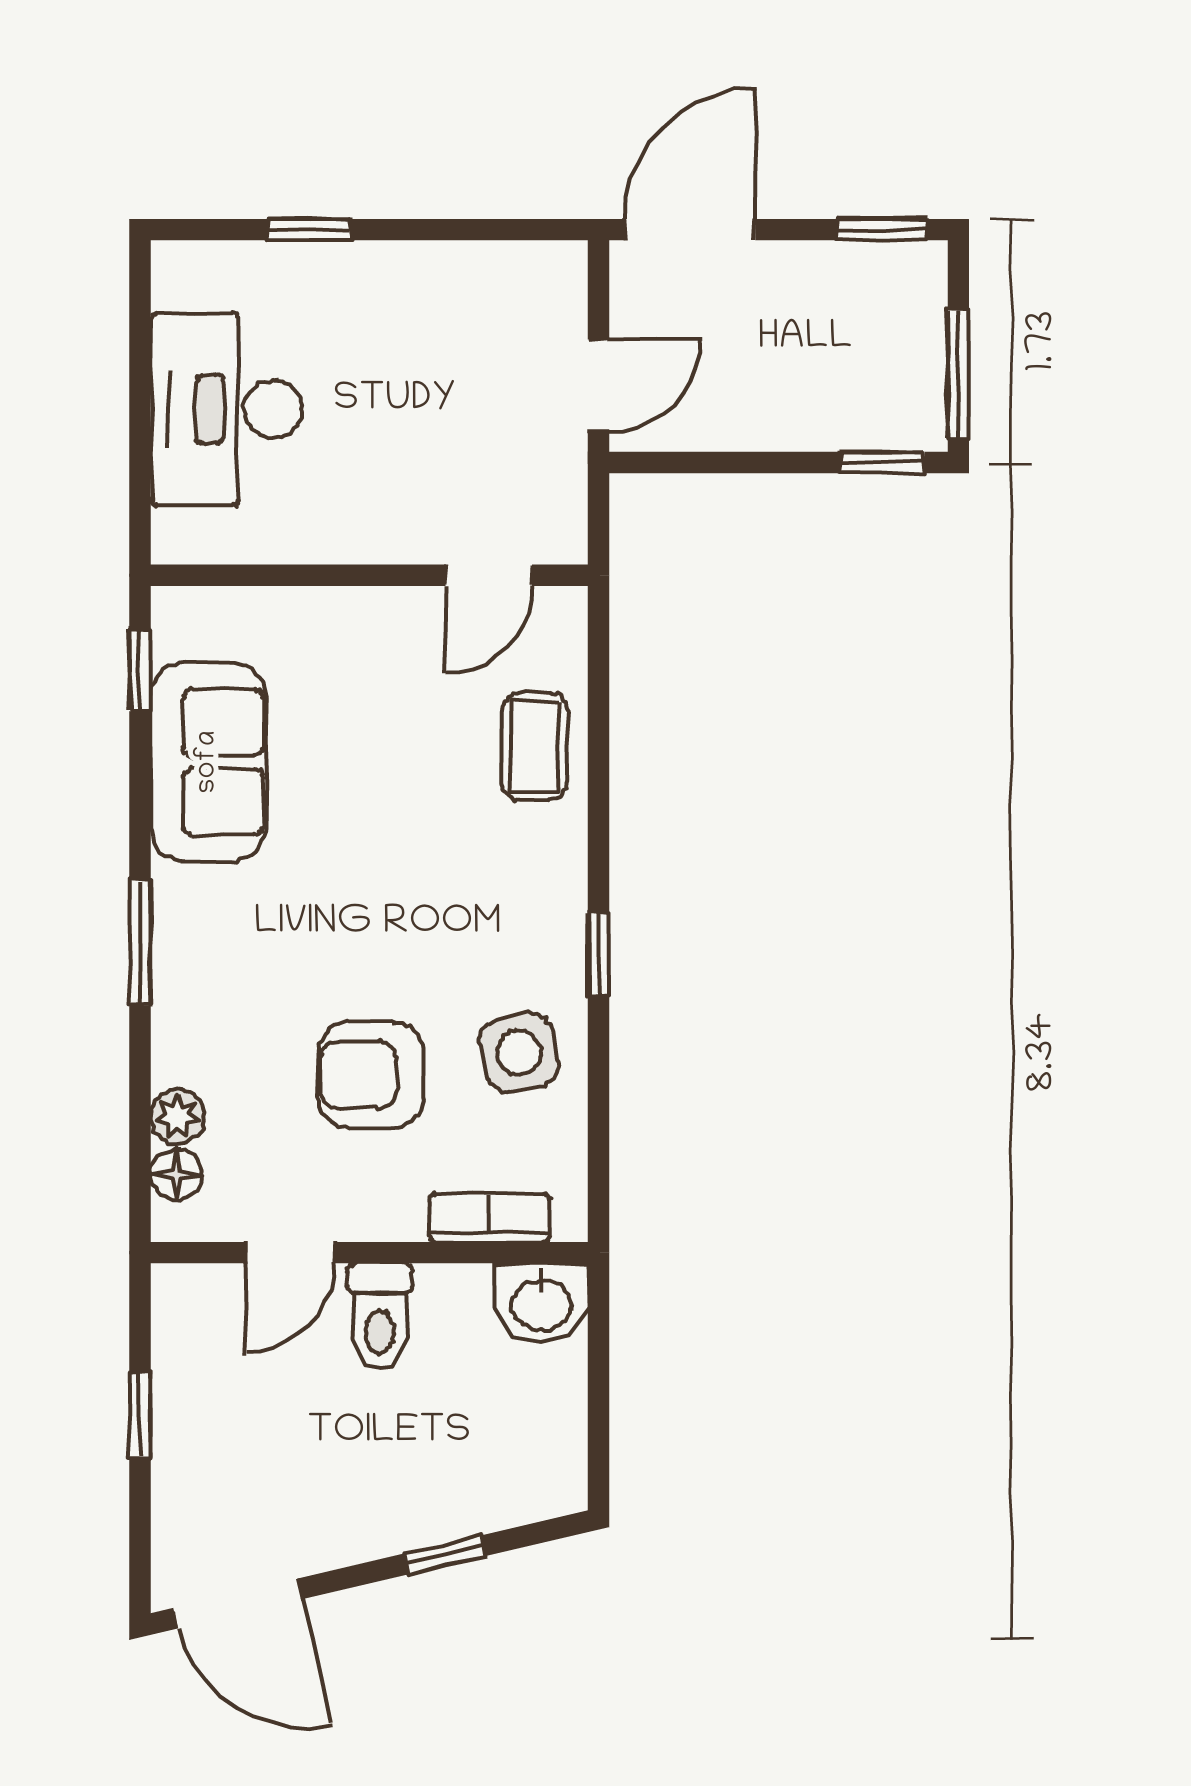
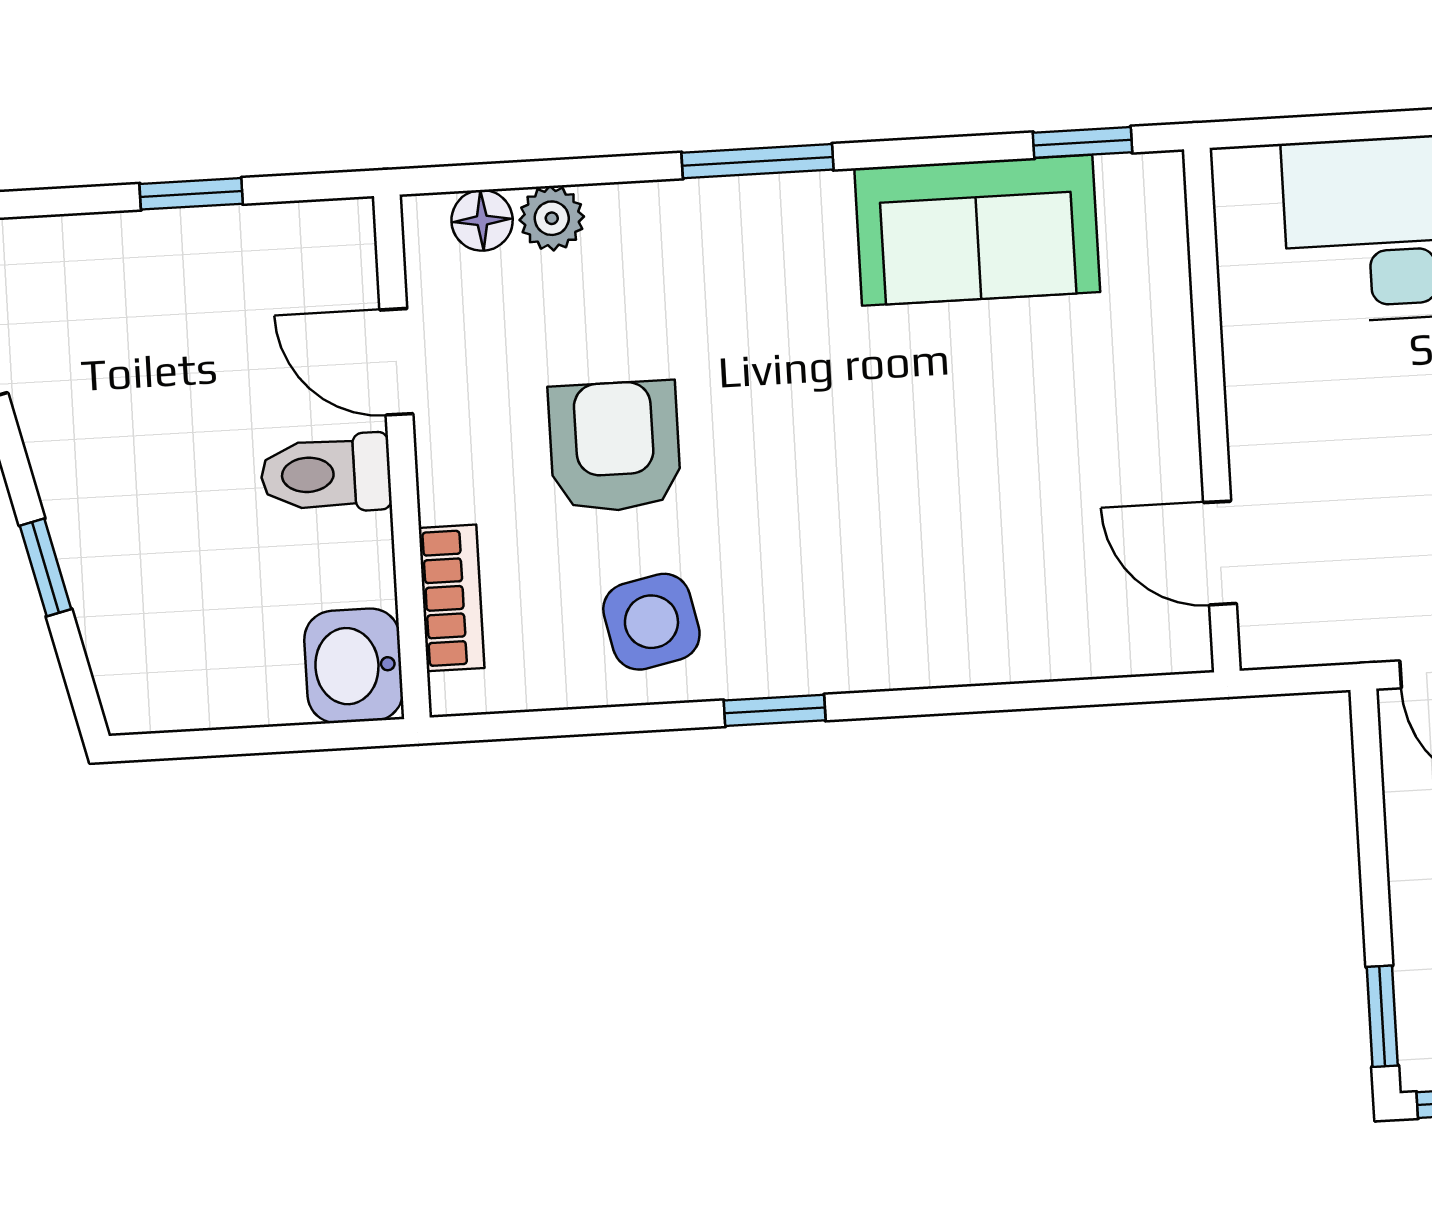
coffee table: (535, 746) -> (1019, 620), removed

